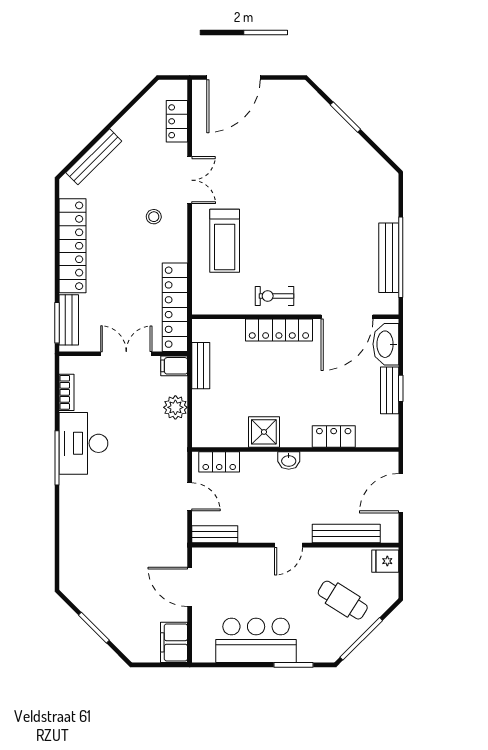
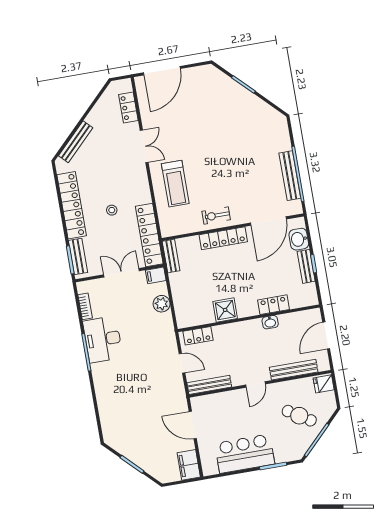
stool: (154, 217) -> (112, 210), moved
washbasin: (386, 344) -> (299, 239), width x0.72
bench: (201, 366) -> (171, 256), moved
washbasin: (289, 460) -> (270, 322), moved
bench: (215, 534) -> (209, 385), width x1.36

